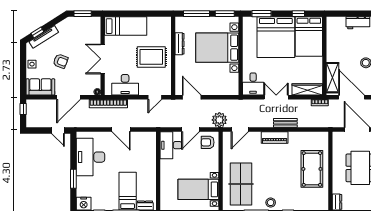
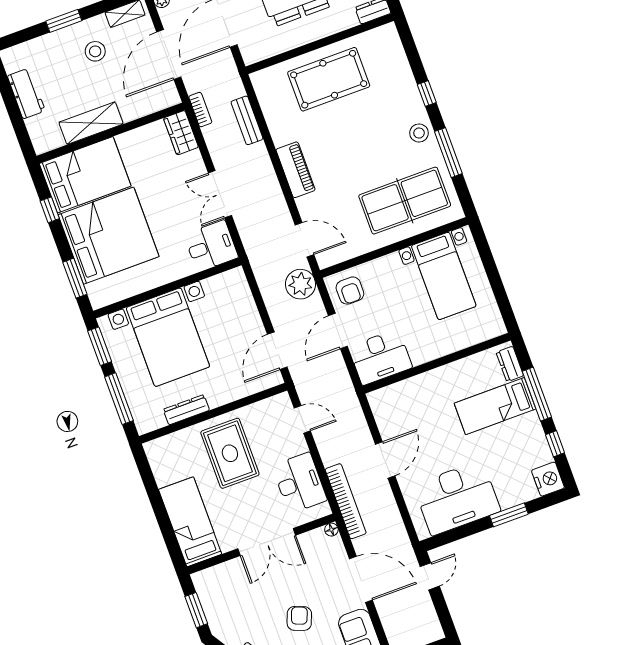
shelving: (332, 78) -> (91, 123), moved
wardrobe: (307, 89) -> (181, 133), width x0.67
bench: (285, 123) -> (247, 120), moved
door: (191, 129) -> (338, 331), swing flipped

